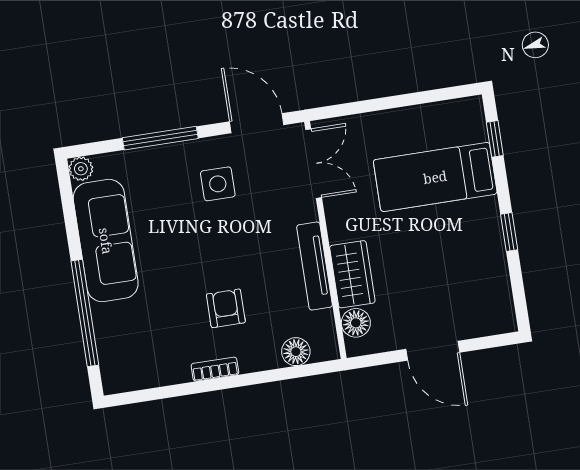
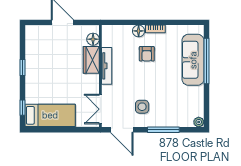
bed: (435, 177) -> (50, 115), moved
sofa: (106, 241) -> (193, 60), moved
floor lamp: (296, 352) -> (139, 31), moved

